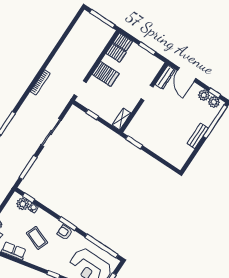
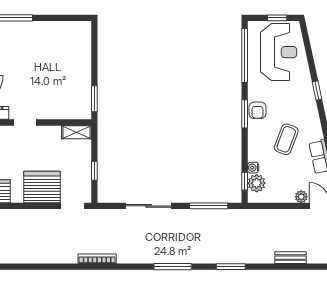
server rack: (106, 74) -> (42, 187), width x1.60
bench: (198, 136) -> (36, 28), removed

